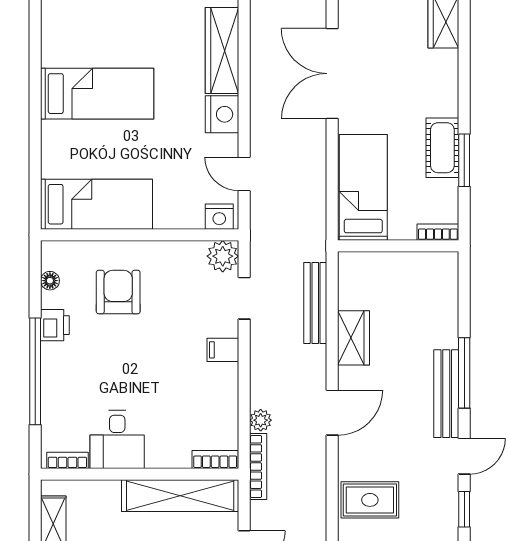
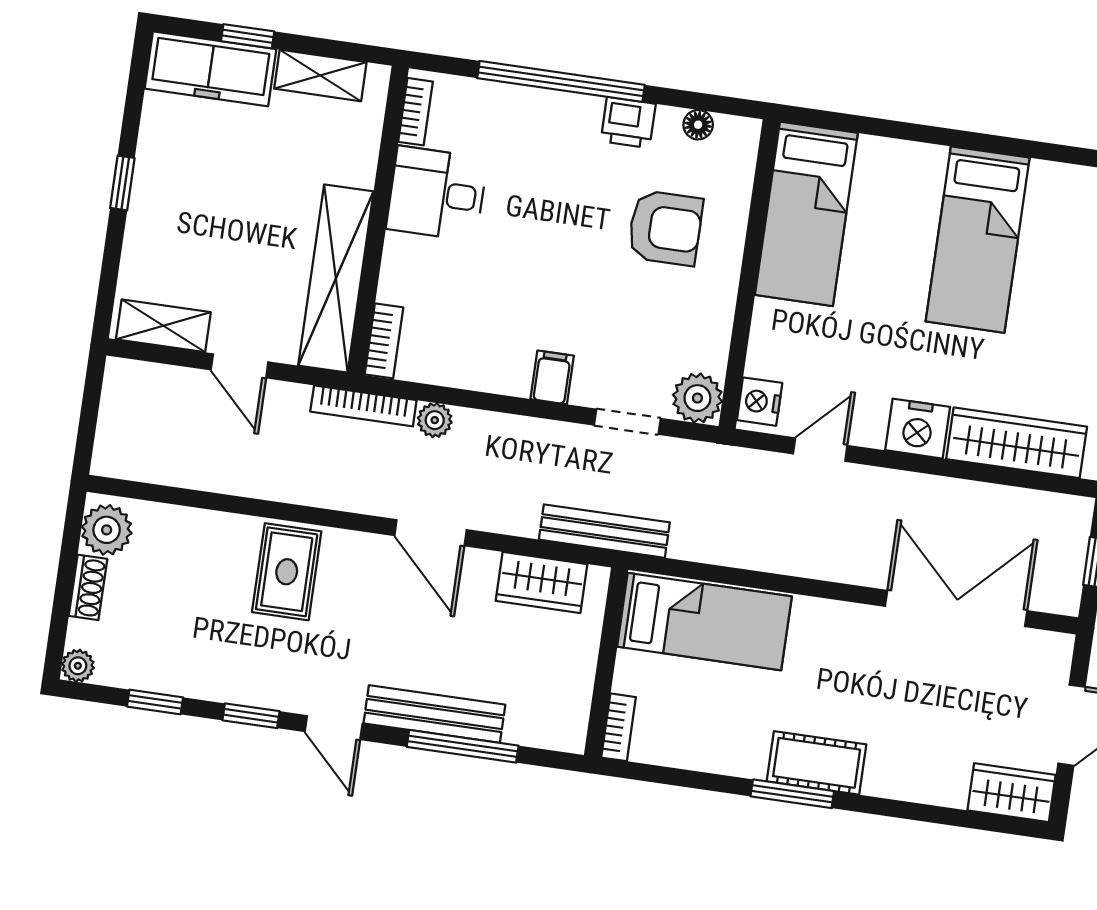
bed: (363, 187) -> (704, 622), moved
bookcase: (438, 232) -> (619, 727), moved
wall: (398, 246) -> (606, 662), moved

